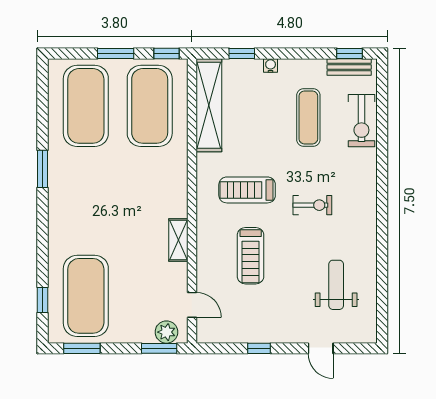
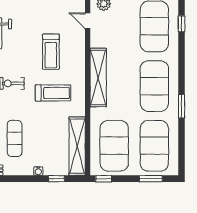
window: (116, 53) -> (151, 179), moved
exercise mat: (86, 201) -> (154, 86), added
shelving: (178, 240) -> (98, 78), width x2.20, depth x1.33
treadmill: (251, 256) -> (51, 52), turned 180

